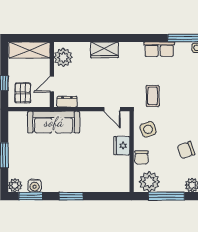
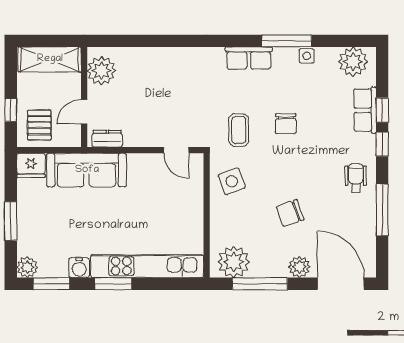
wardrobe: (105, 50) -> (165, 59), removed
fridge: (122, 146) -> (31, 165), moved, turned -90
chair: (142, 157) -> (286, 124), moved
kitchen unit: (93, 185) -> (147, 266), added
water cooler: (35, 186) -> (79, 268), moved

